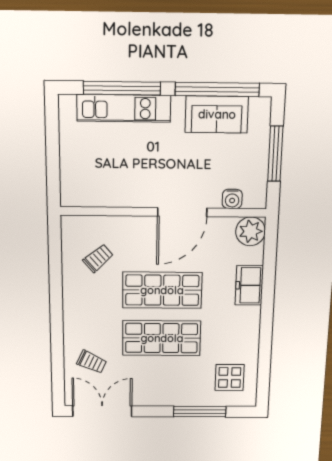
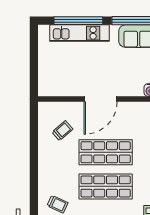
door: (182, 212) -> (101, 99), moved

